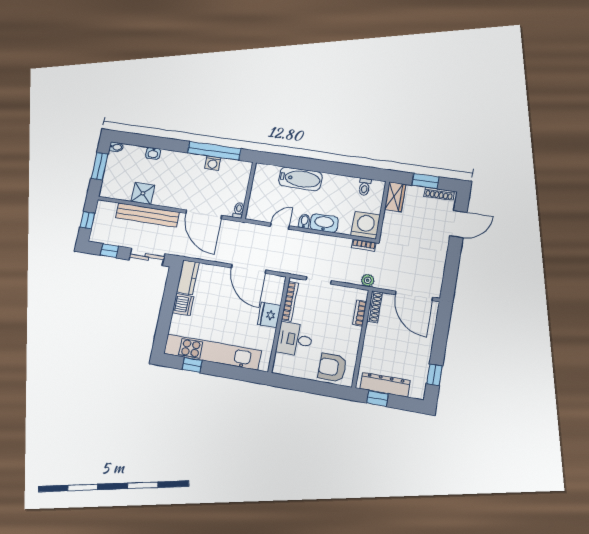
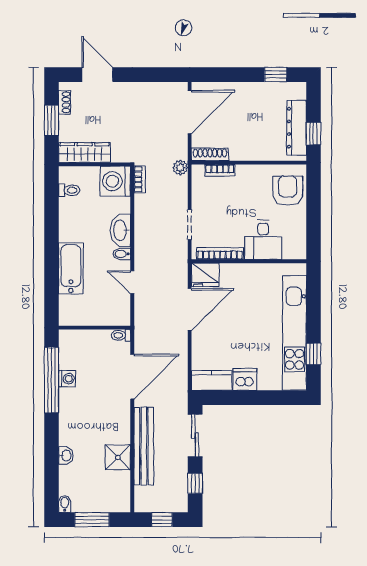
shoe rack: (439, 194) -> (64, 102), width x0.70
wardrobe: (395, 197) -> (85, 153), width x1.50
fridge: (269, 315) -> (205, 275), moved
armchair: (332, 367) -> (288, 191), turned 180

